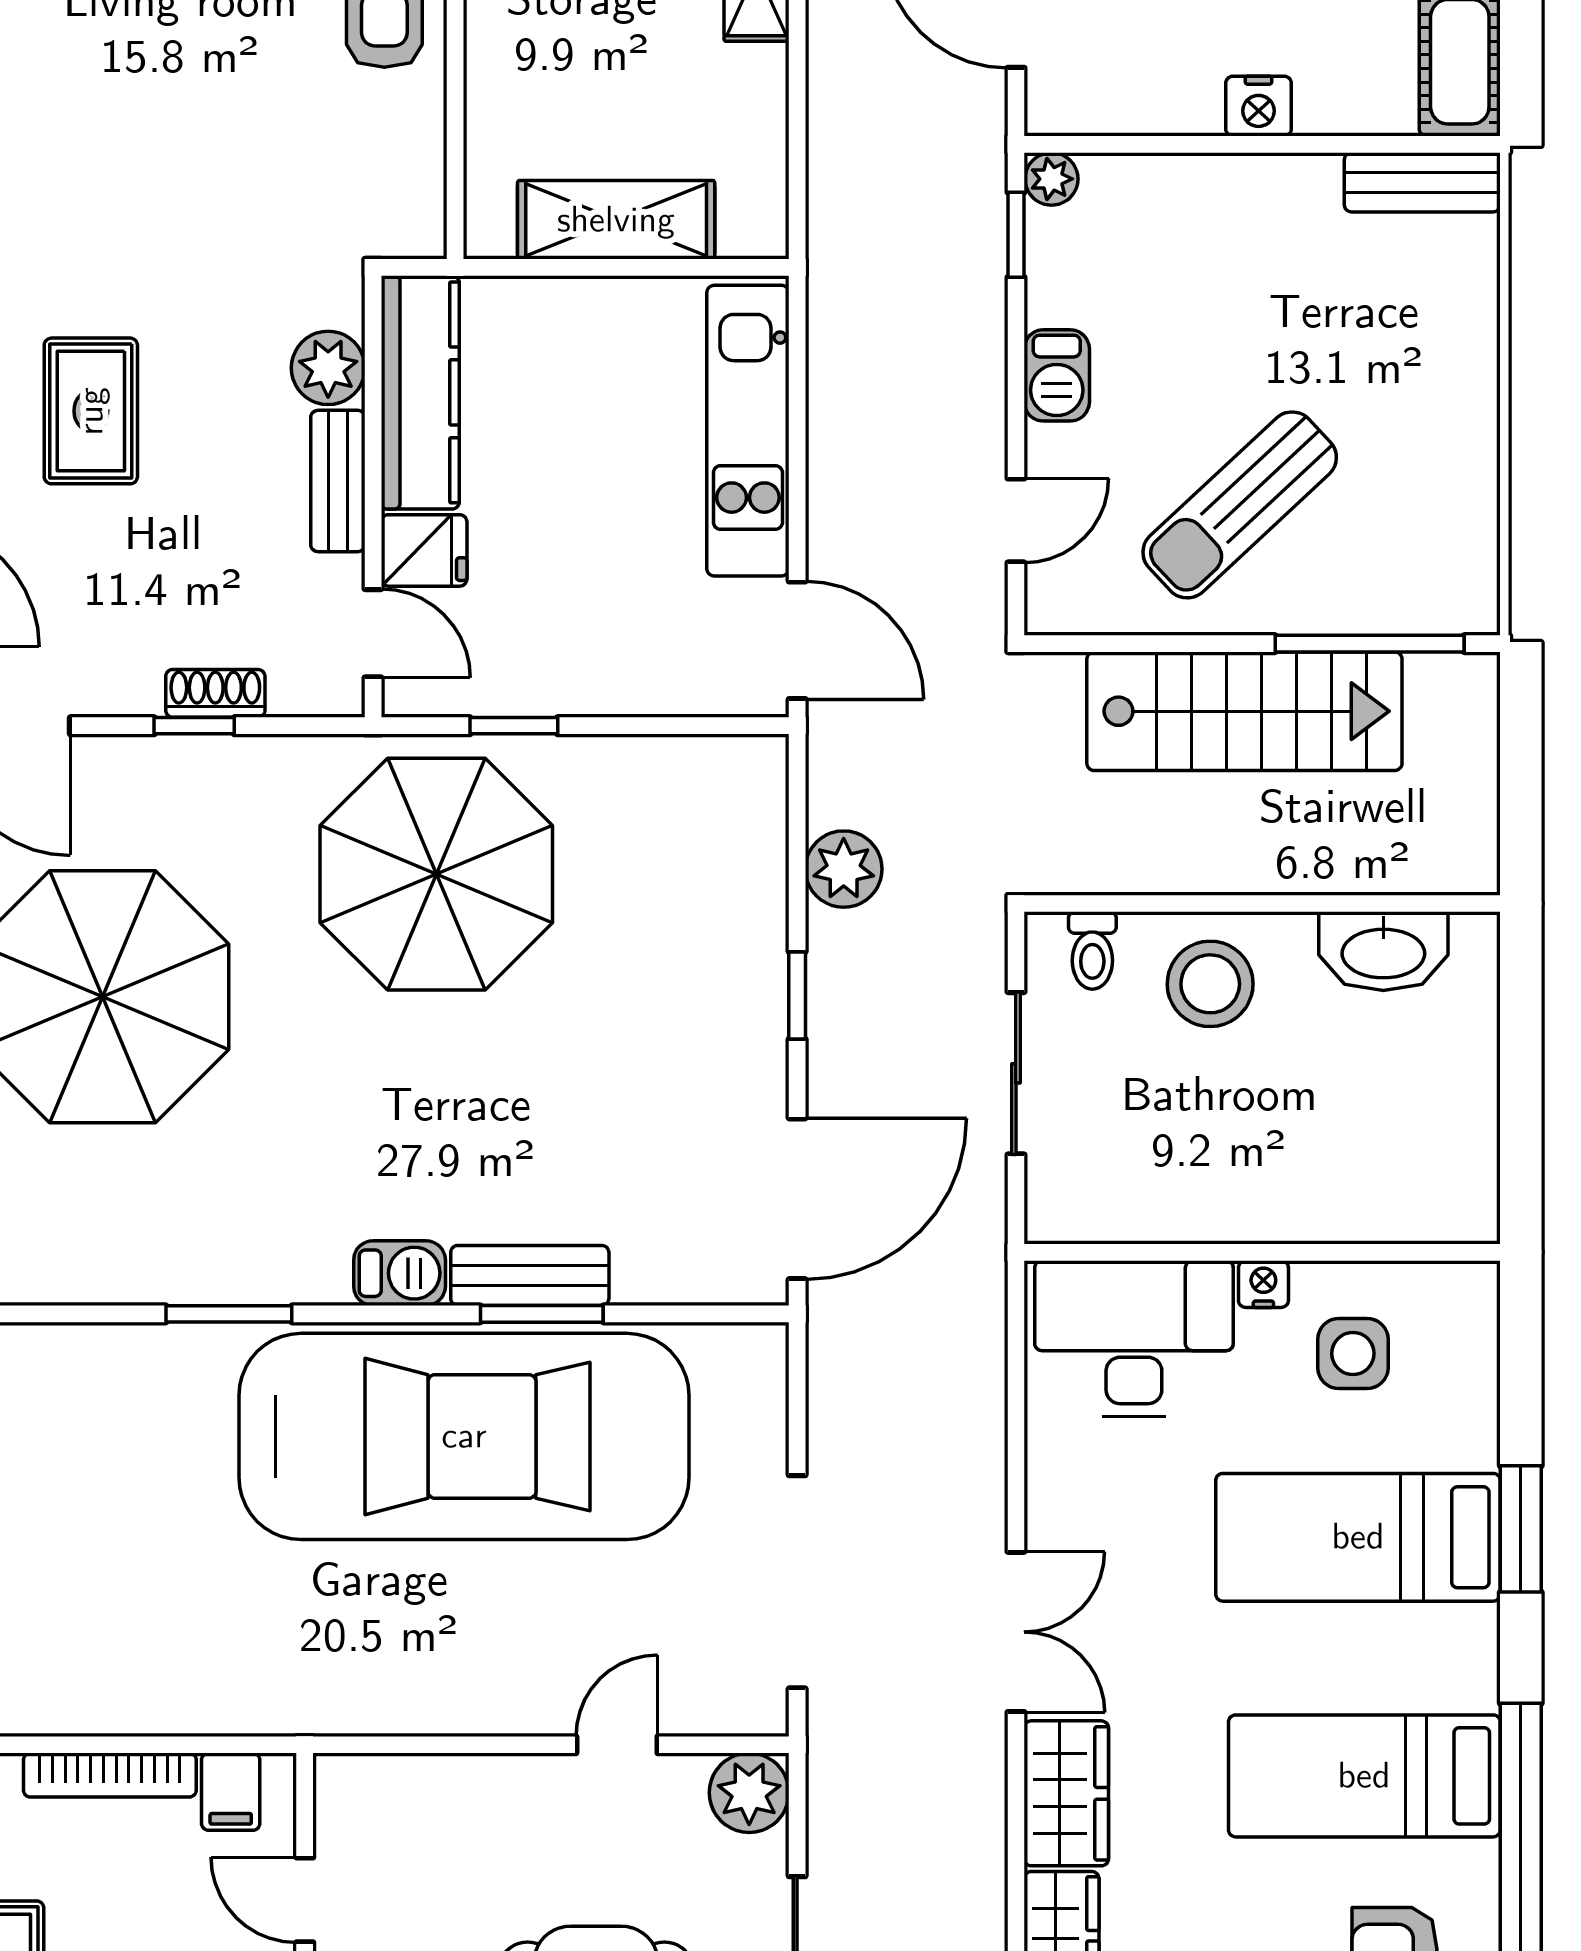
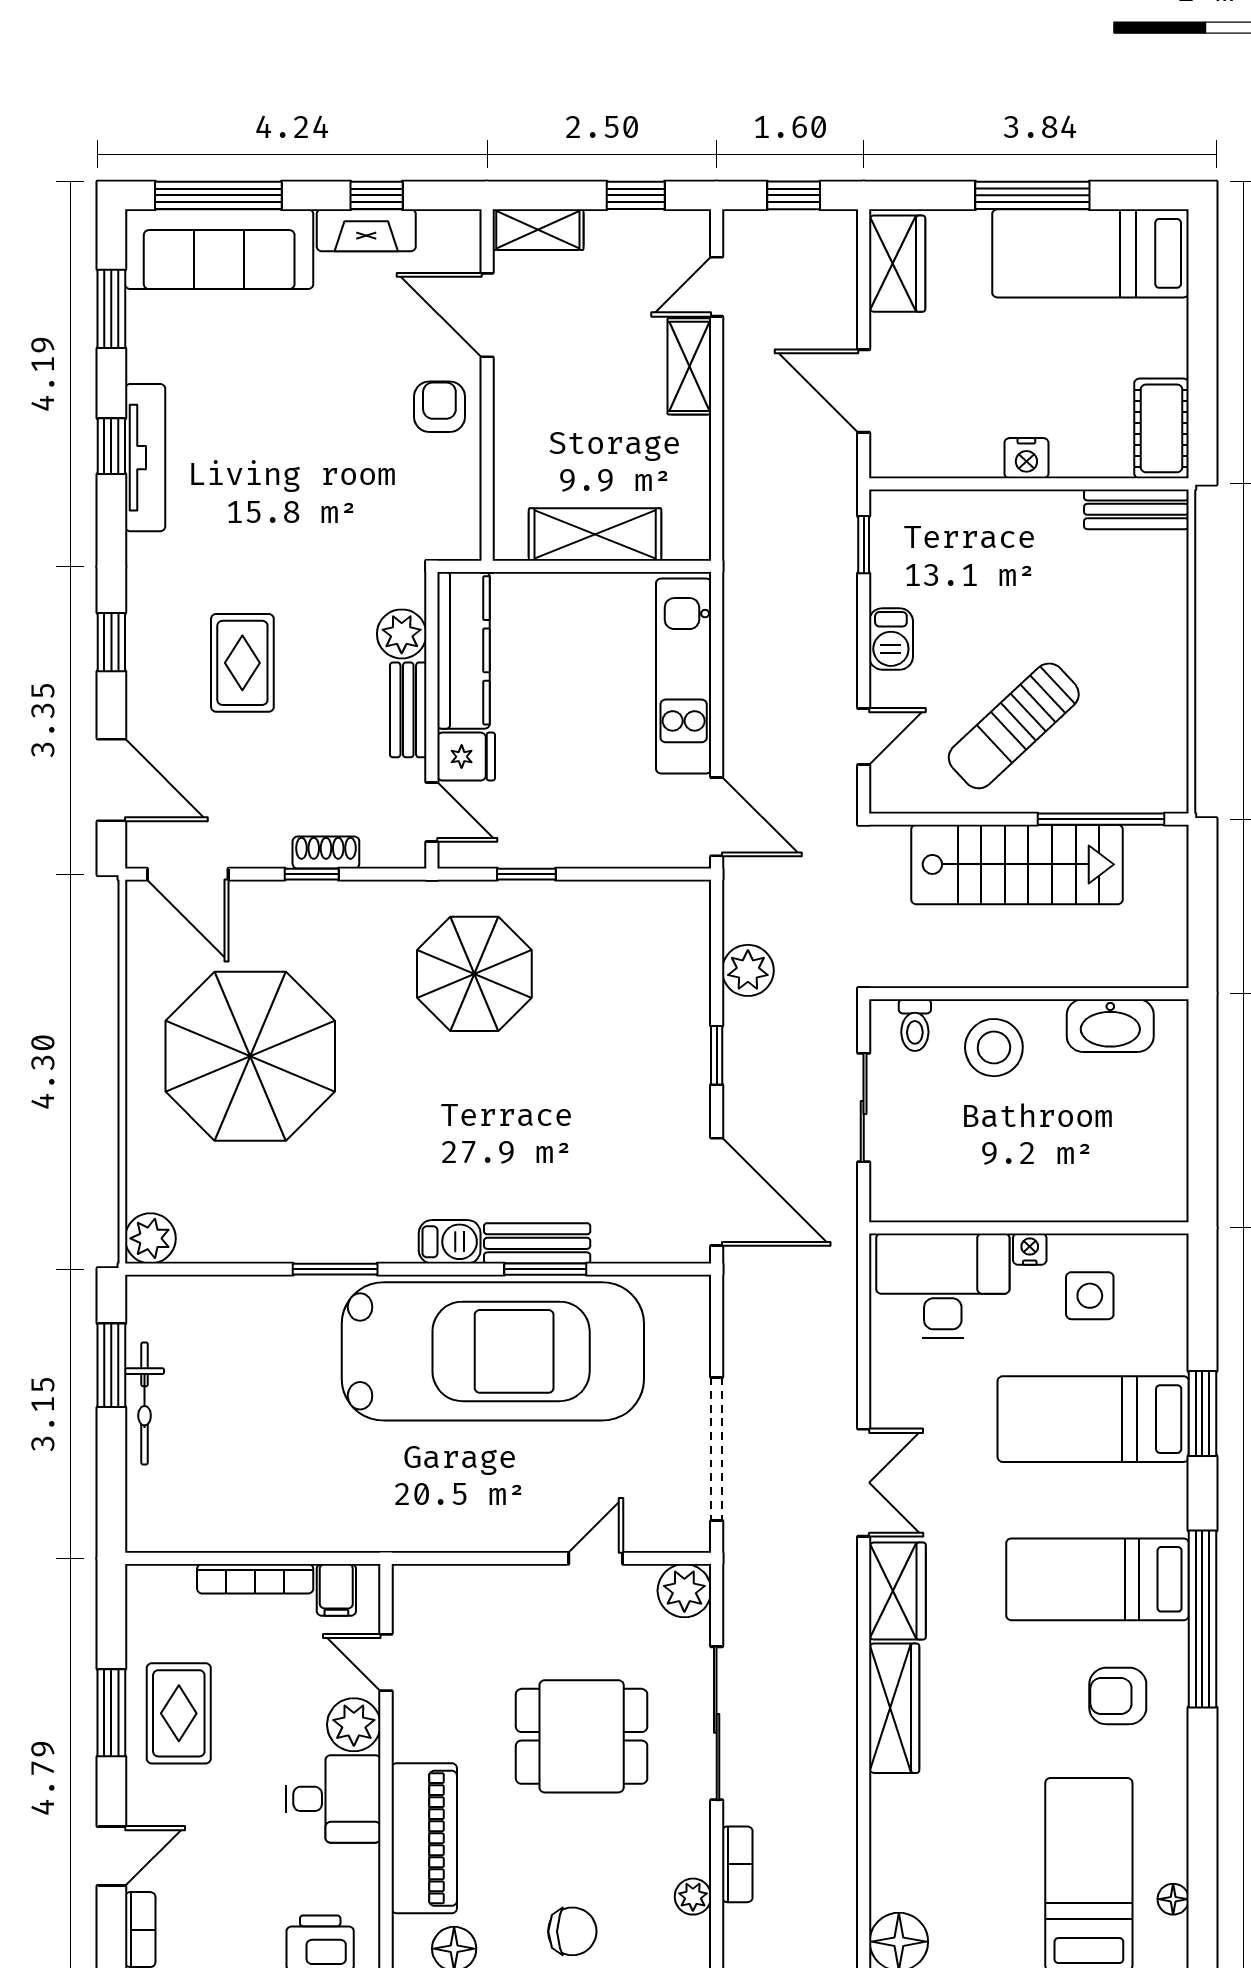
plant: (1051, 179) -> (887, 507), removed
parasol: (436, 874) -> (474, 974), width x0.73, depth x0.73
door: (797, 1199) -> (717, 1192), hinge flipped

